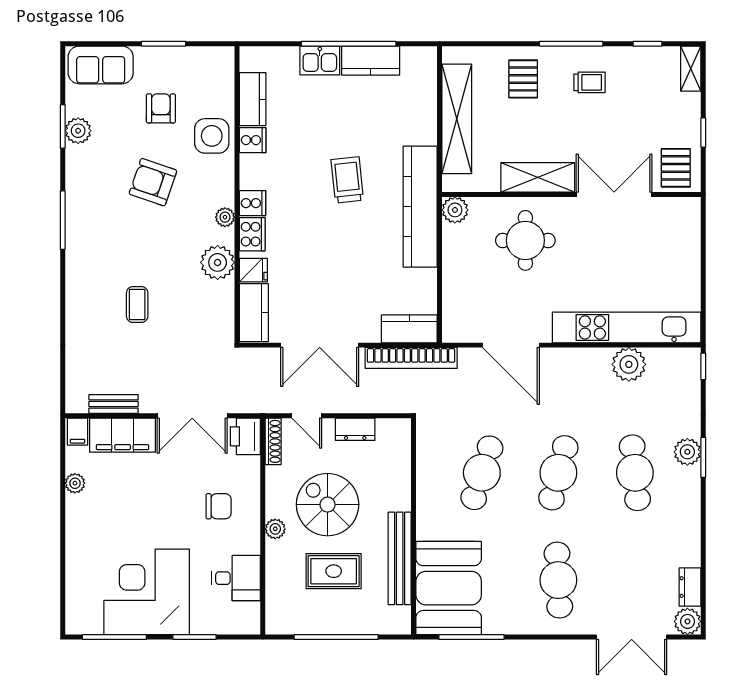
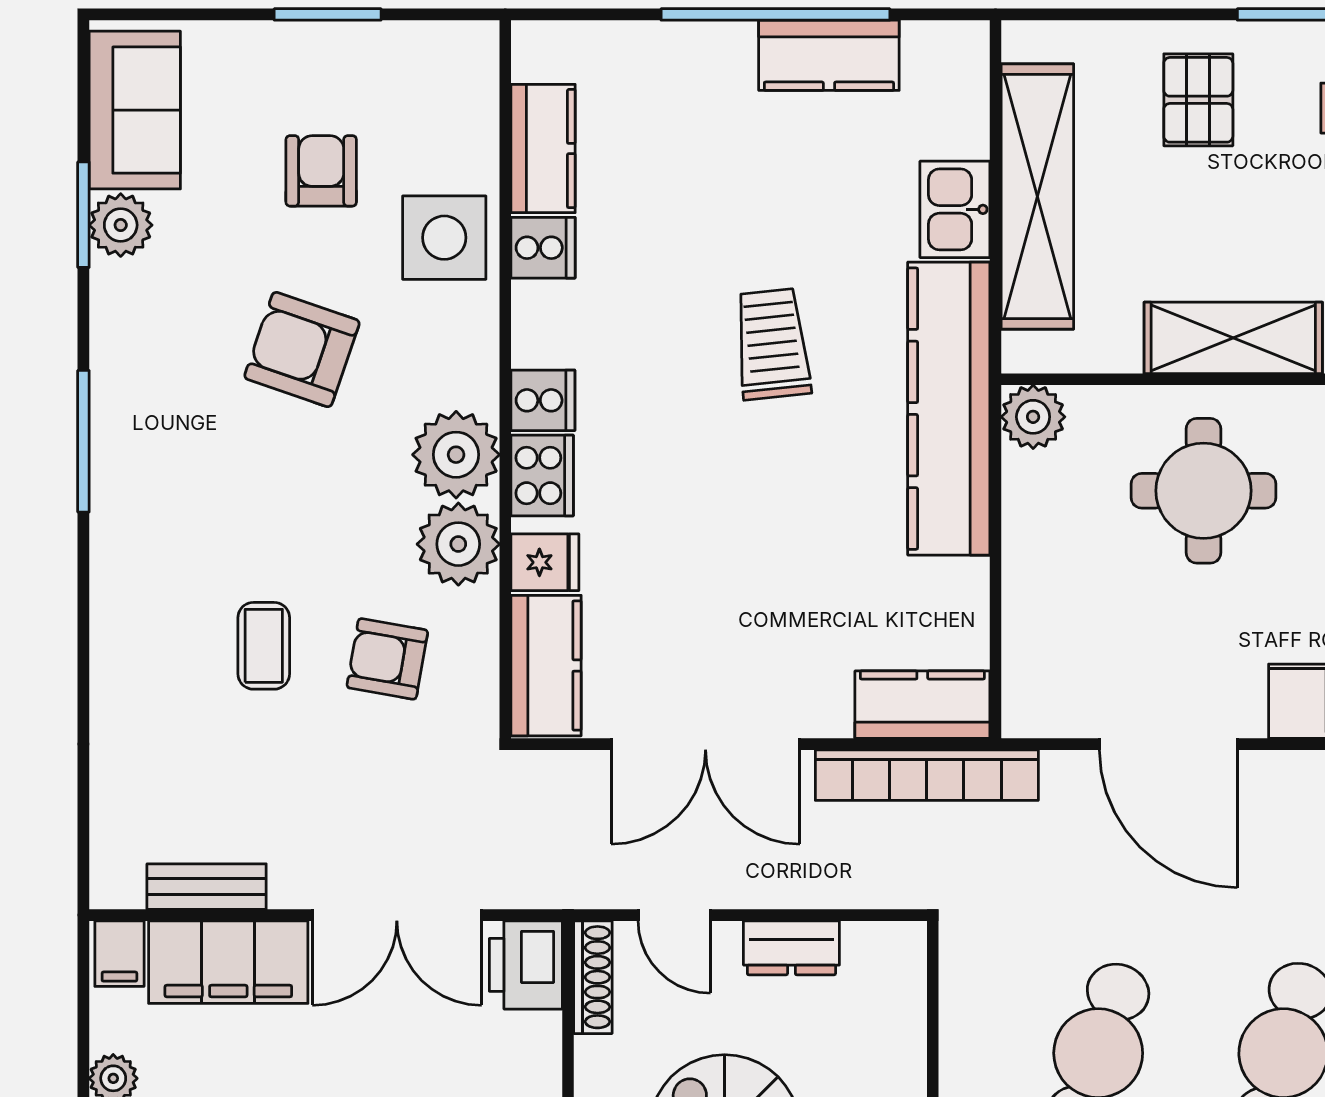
kitchen sink: (320, 60) -> (955, 209), moved, turned 90
sofa: (101, 65) -> (135, 110), moved, turned -90
plant: (225, 217) -> (456, 455), width x1.88, depth x1.88
armchair: (188, 310) -> (387, 659), added

